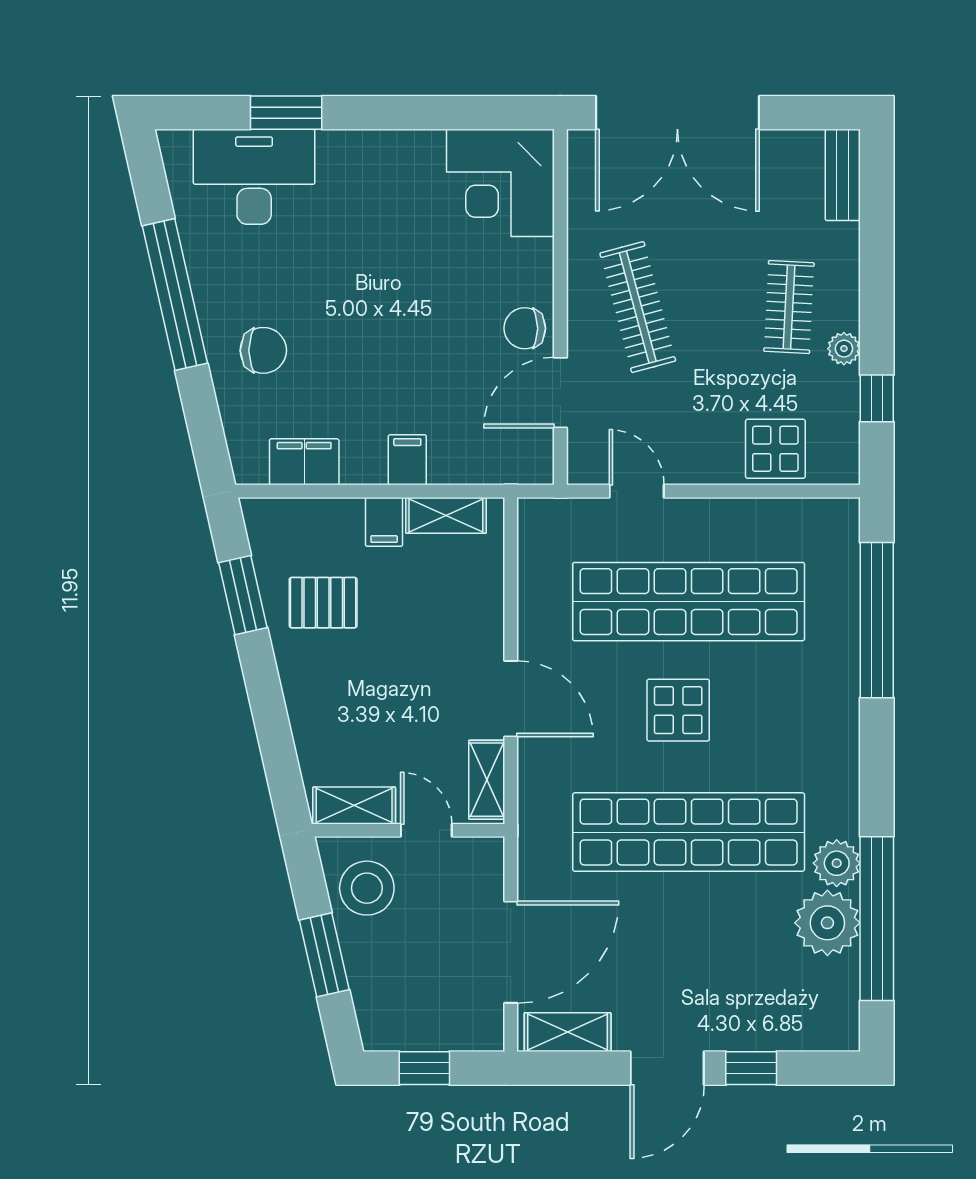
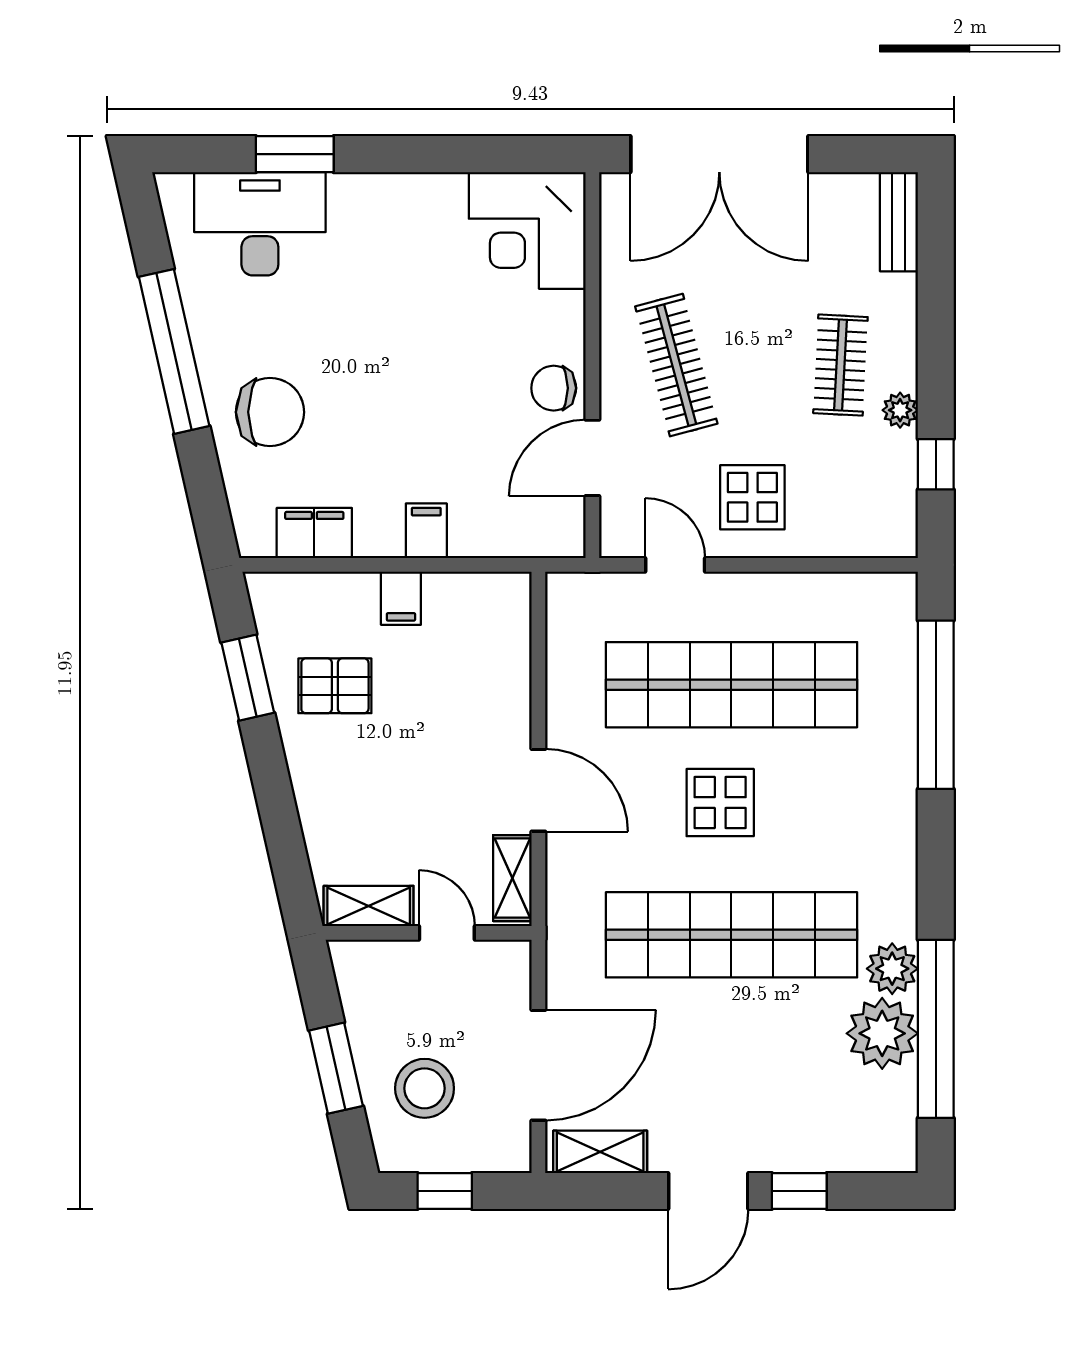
chair: (263, 350) -> (270, 412), width x1.37, depth x1.37
display table: (775, 449) -> (752, 497), moved
shelving: (446, 515) -> (468, 591), removed
stool: (367, 888) -> (425, 1088), moved

